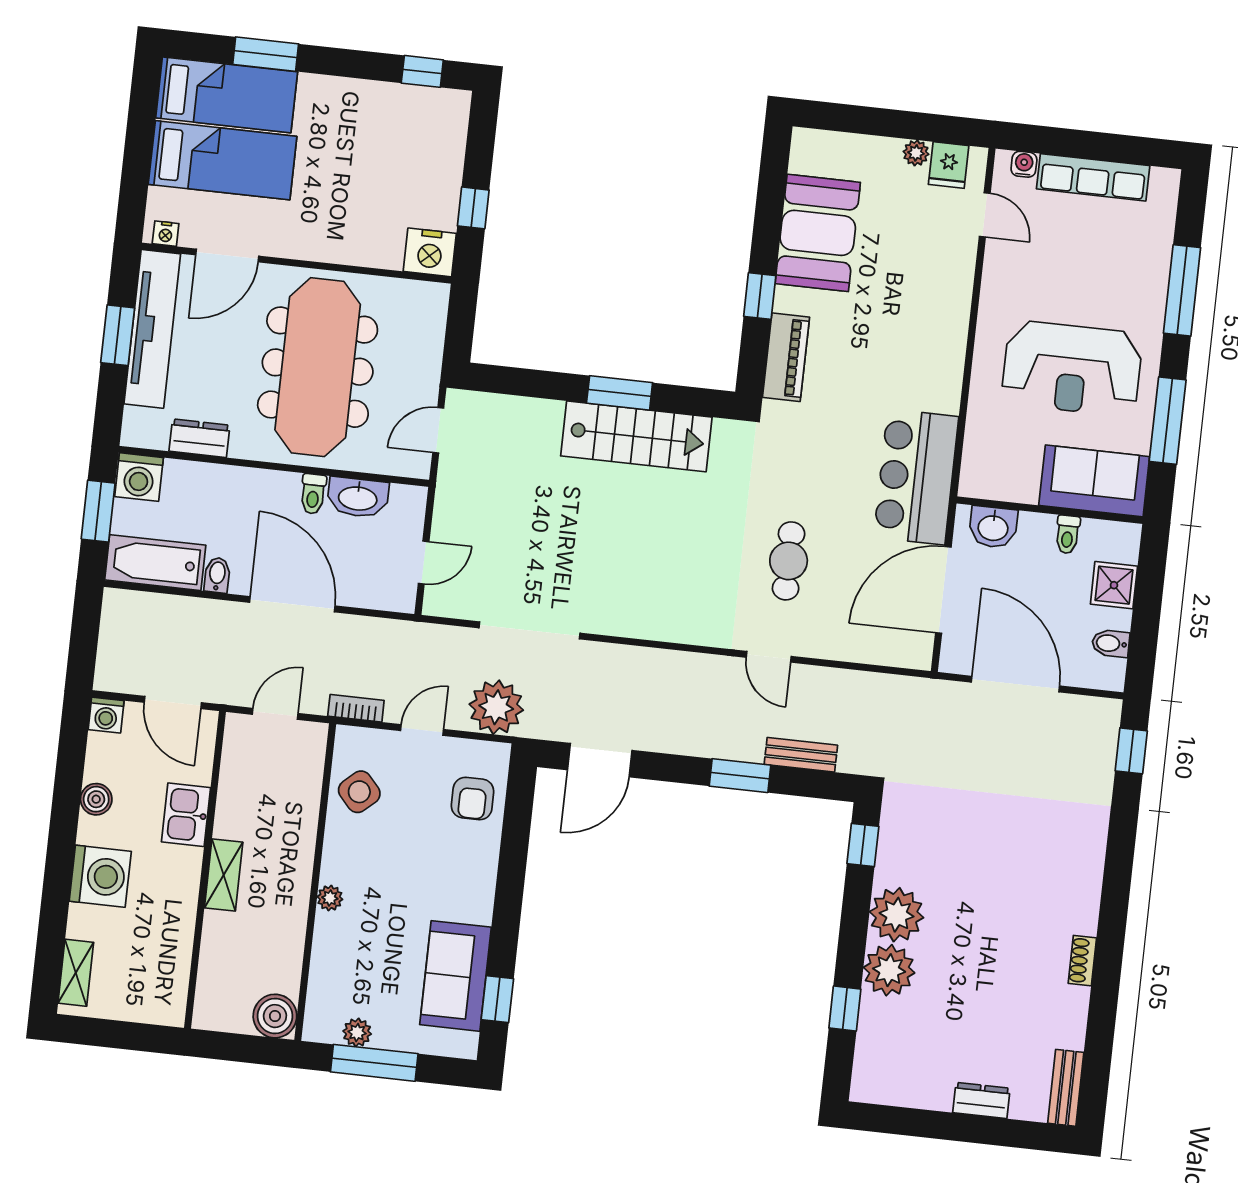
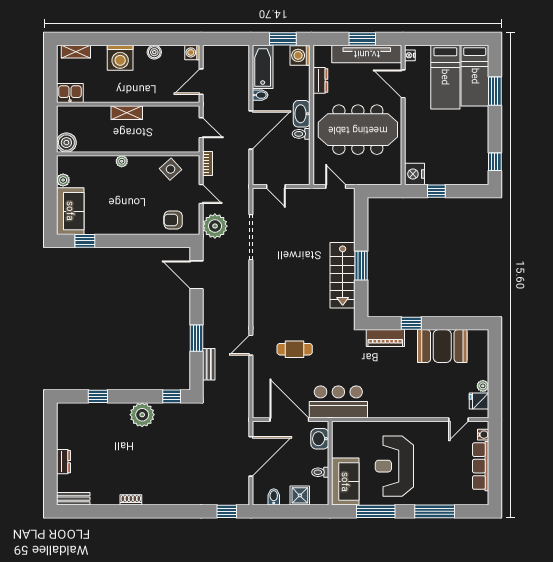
washbasin: (358, 497) -> (302, 114), moved
kitchen sink: (186, 815) -> (70, 93), moved
plant: (889, 970) -> (117, 414), removed
sofa: (456, 976) -> (70, 211), moved, turned 90
window: (374, 1063) -> (50, 189), removed

